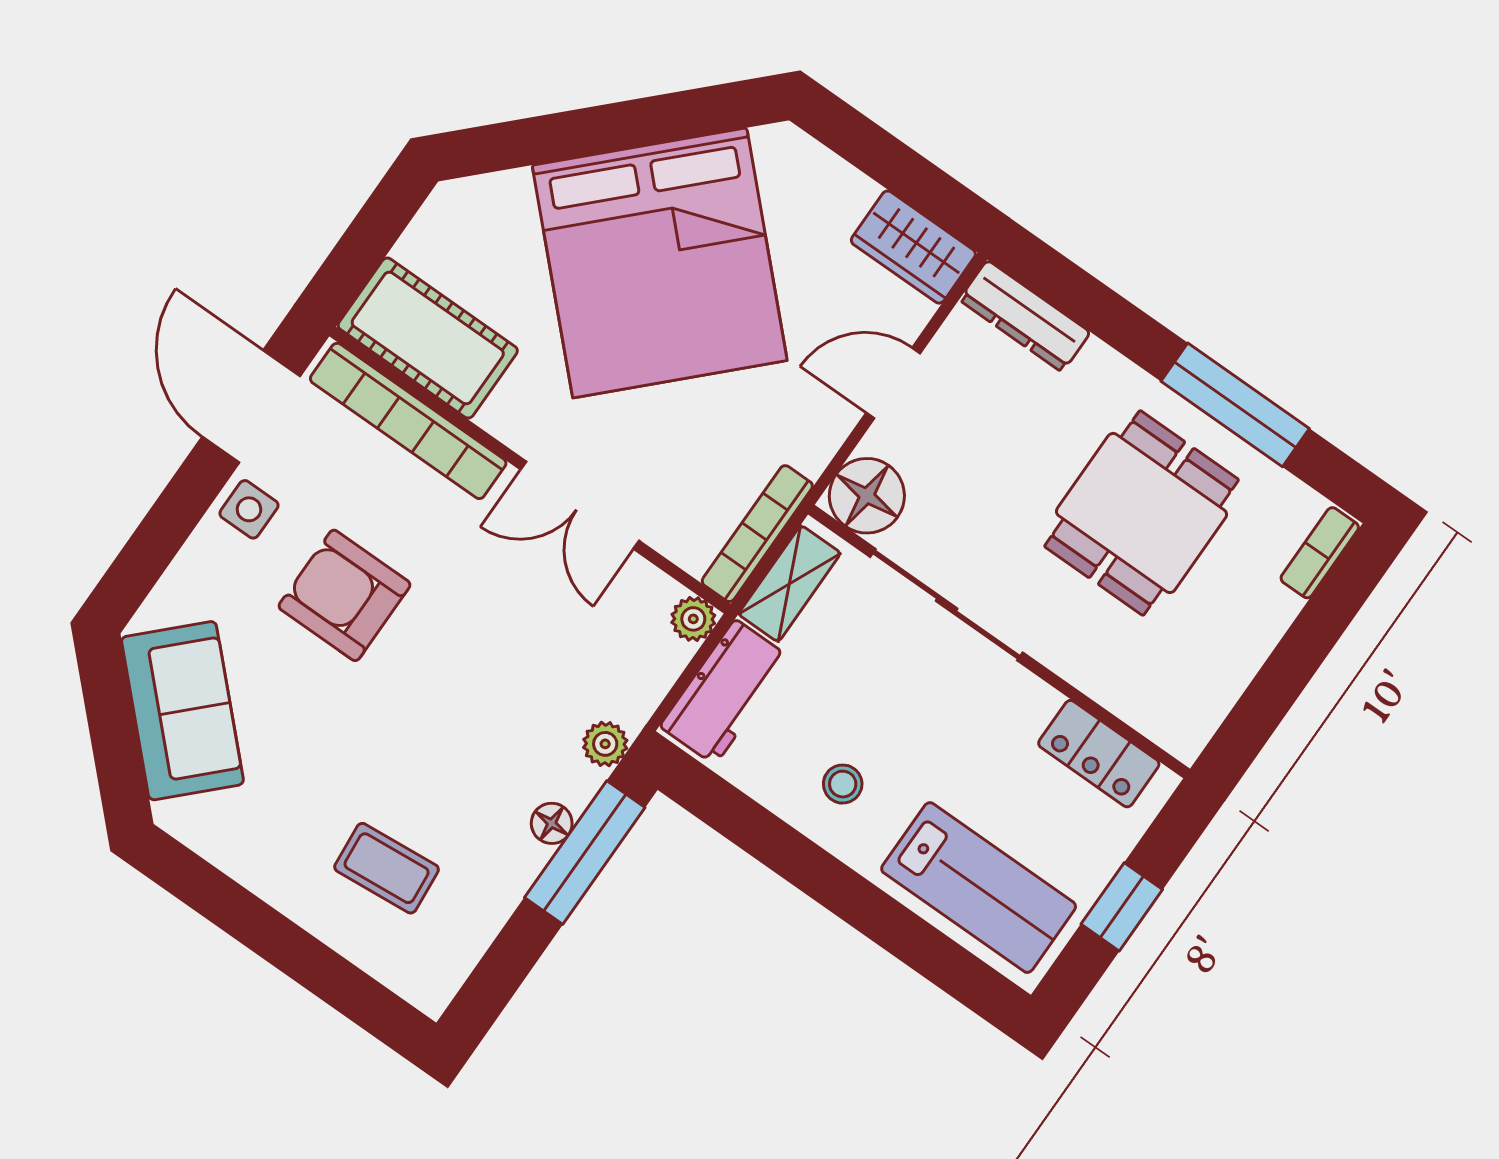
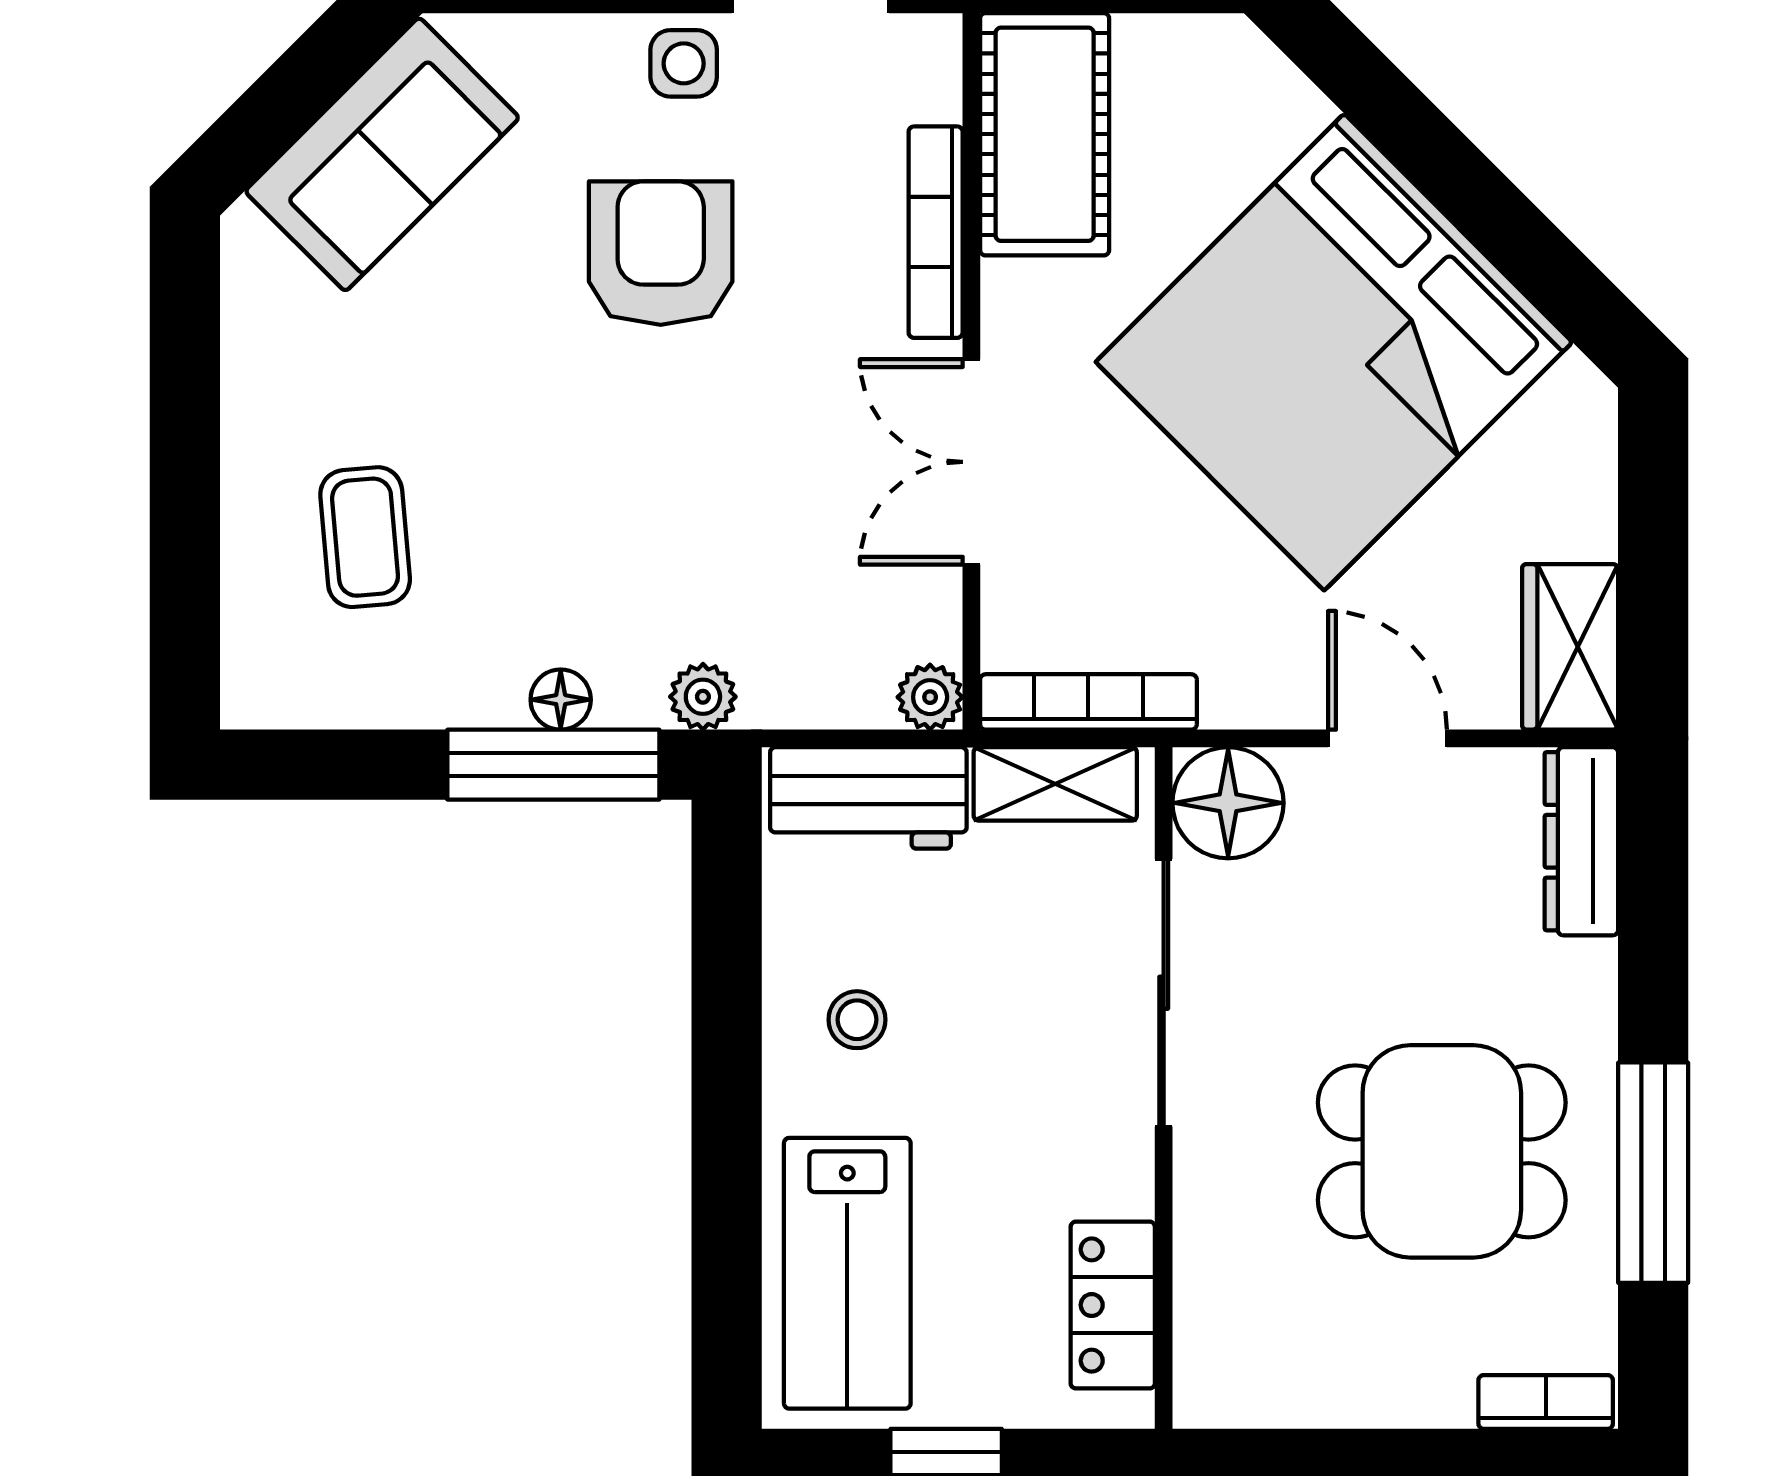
bookcase: (408, 421) -> (936, 232), width x0.68, depth x0.76

